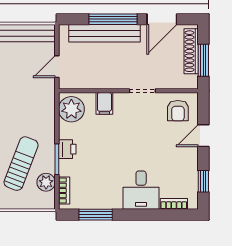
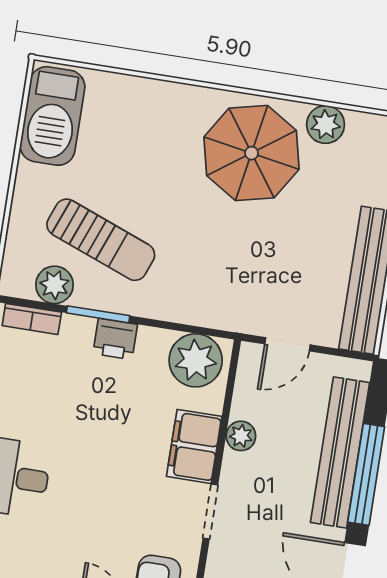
door: (57, 67) -> (287, 344), swing flipped
plant: (104, 82) -> (241, 436), added
filing cabinet: (104, 103) -> (194, 446), width x2.00

